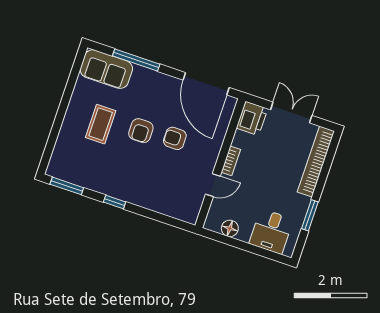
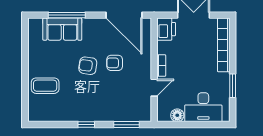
sofa: (106, 69) -> (62, 29), moved
coffee table: (101, 124) -> (45, 86), moved, turned 90
armchair: (141, 131) -> (88, 66), turned 98
window: (67, 186) -> (127, 125), moved
desk: (271, 231) -> (203, 107), width x1.37

